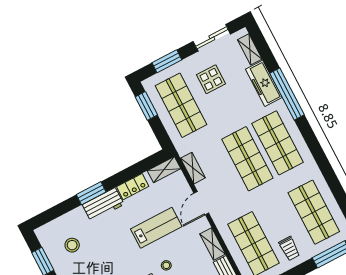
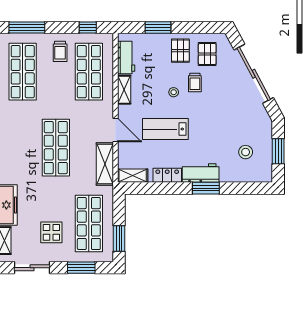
shop shelf: (278, 143) -> (23, 148), removed
shelving: (193, 168) -> (105, 164), width x1.50, depth x1.33
door: (201, 203) -> (115, 130), hinge flipped
trolley: (289, 248) -> (60, 51), turned 180

